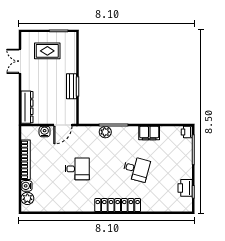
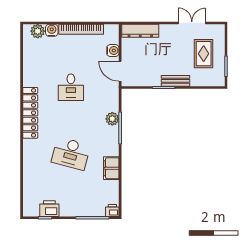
bench: (72, 86) -> (176, 81), moved
desk: (136, 169) -> (71, 154), width x1.37
locker: (118, 205) -> (30, 113), moved

